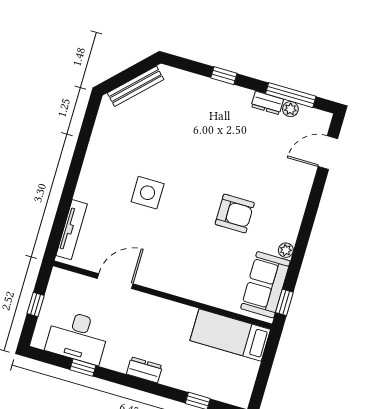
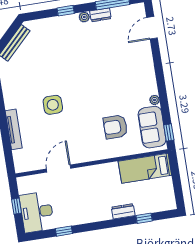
plant: (290, 109) -> (84, 17), moved
armchair: (235, 214) -> (115, 127), moved, turned 180
tv unit: (72, 230) -> (14, 129), moved
desk: (78, 337) -> (37, 212), moved, turned 90
dresser: (144, 370) -> (123, 211), moved

